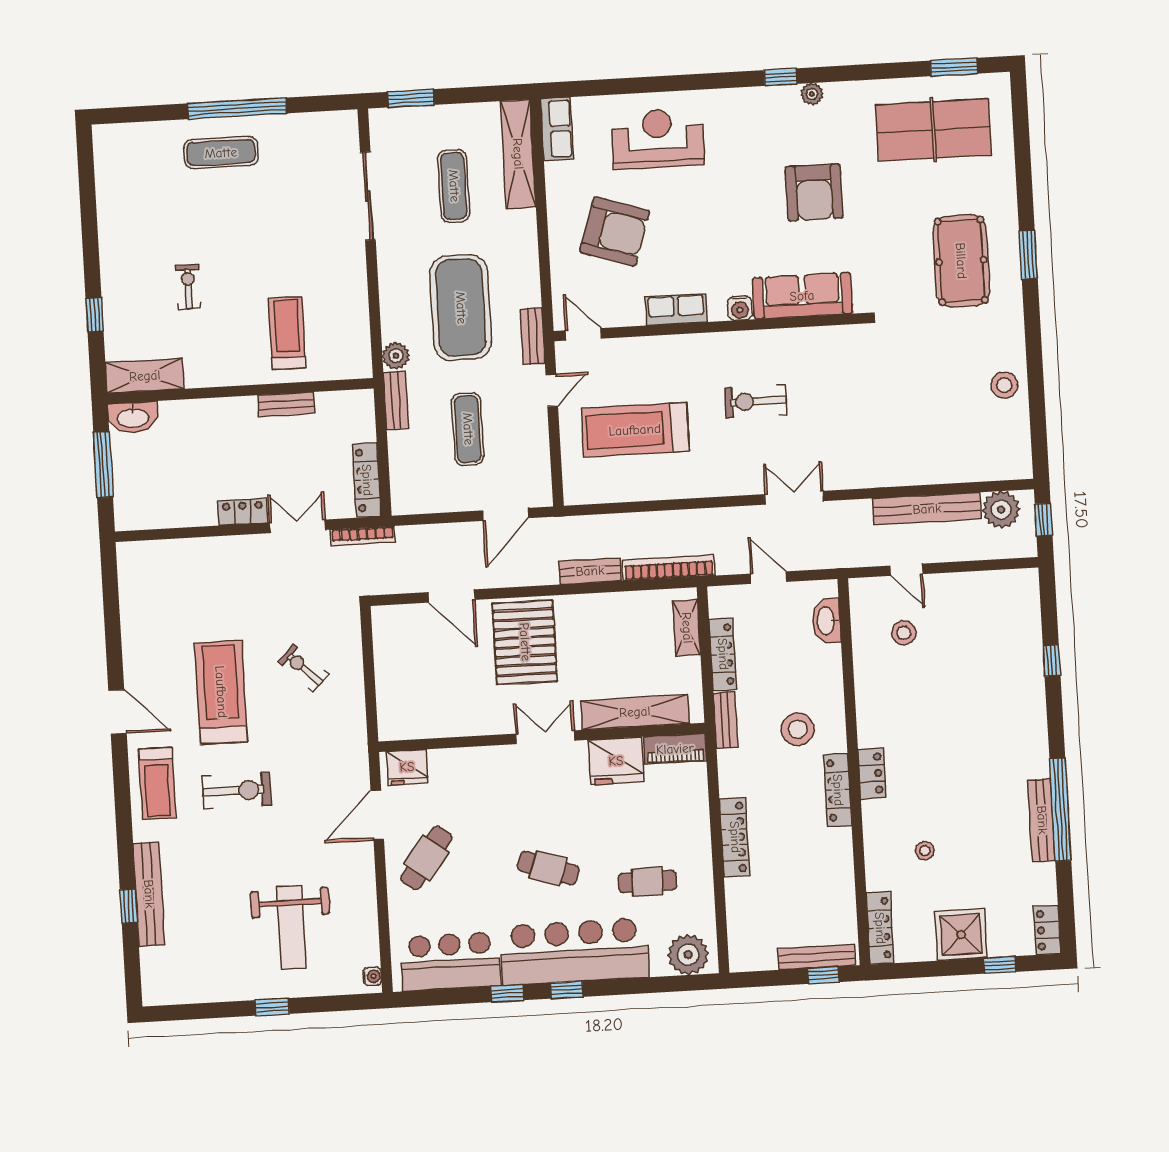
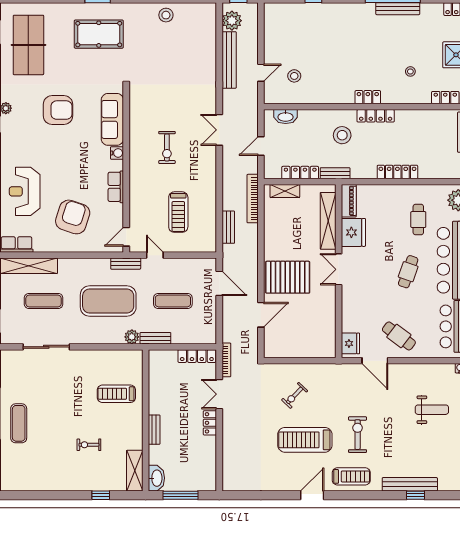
bench: (286, 404) -> (154, 430), moved
treadmill: (635, 430) -> (178, 212), width x0.73, depth x0.73
bench: (590, 571) -> (228, 227), moved
weight bench: (291, 928) -> (432, 410), width x0.73, depth x0.75

